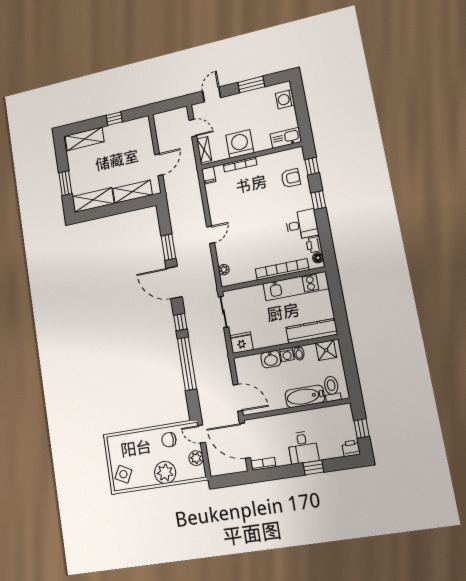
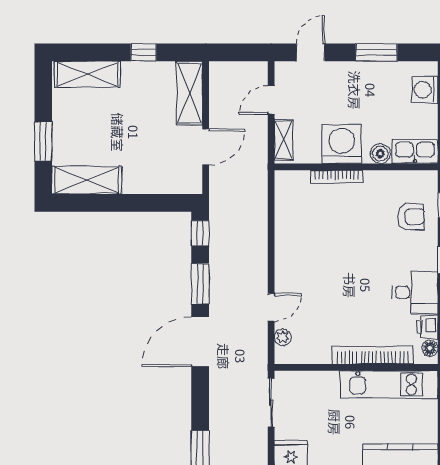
door: (193, 128) -> (271, 100), swing flipped
boiler: (265, 144) -> (380, 154), added
filing cabinet: (209, 175) -> (284, 183), removed
shelving: (133, 192) -> (190, 93), moved, turned 90
door: (211, 235) -> (271, 307), moved
door: (174, 283) -> (200, 342), hinge flipped
window: (180, 322) -> (200, 233), moved

